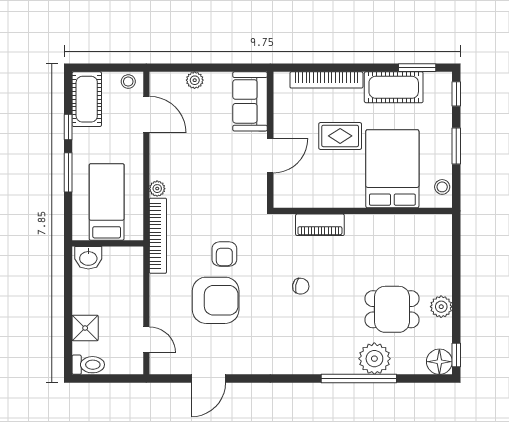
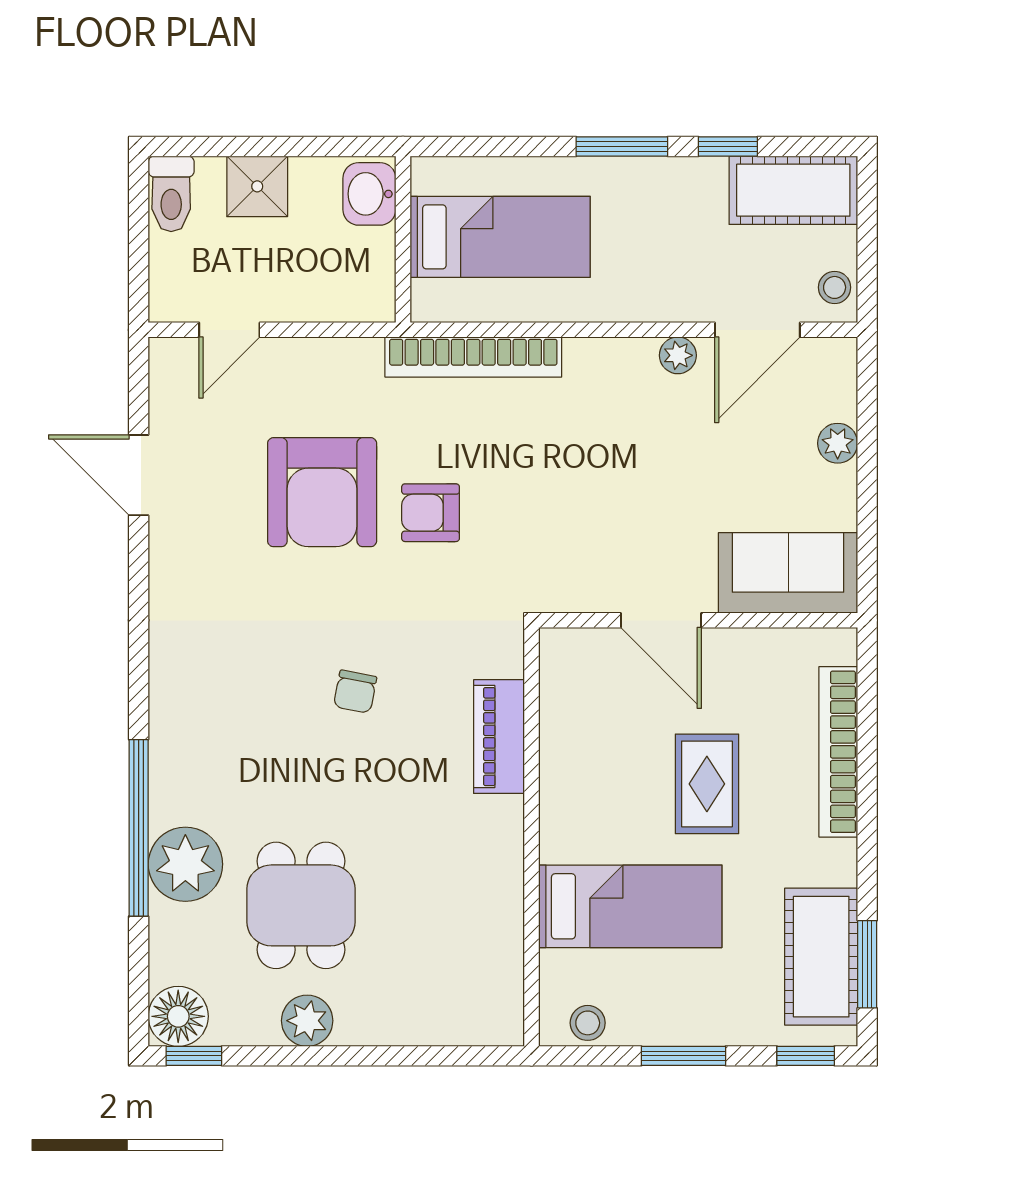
cot: (394, 87) -> (821, 957), moved
bed: (392, 169) -> (630, 906), width x0.67
plant: (157, 189) -> (678, 355), moved
bed: (107, 202) -> (500, 237), moved
wall: (108, 243) -> (403, 239), moved
washbasin: (88, 258) -> (369, 194), moved

